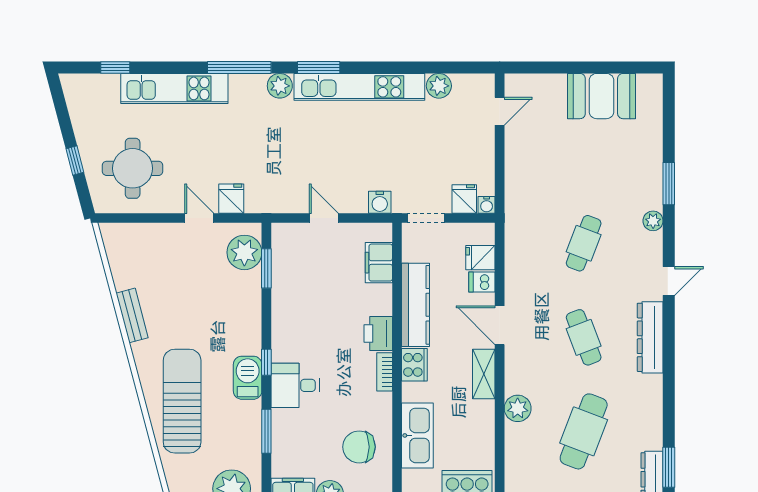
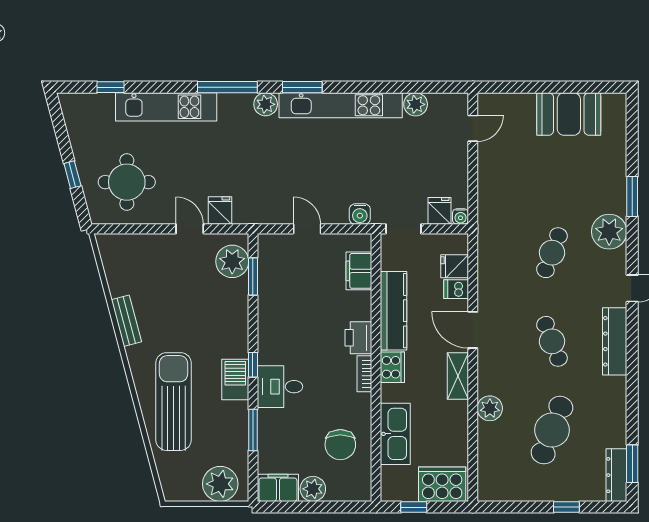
plant: (653, 221) -> (609, 232), width x1.87, depth x1.87
chair: (359, 447) -> (340, 445), turned -90

